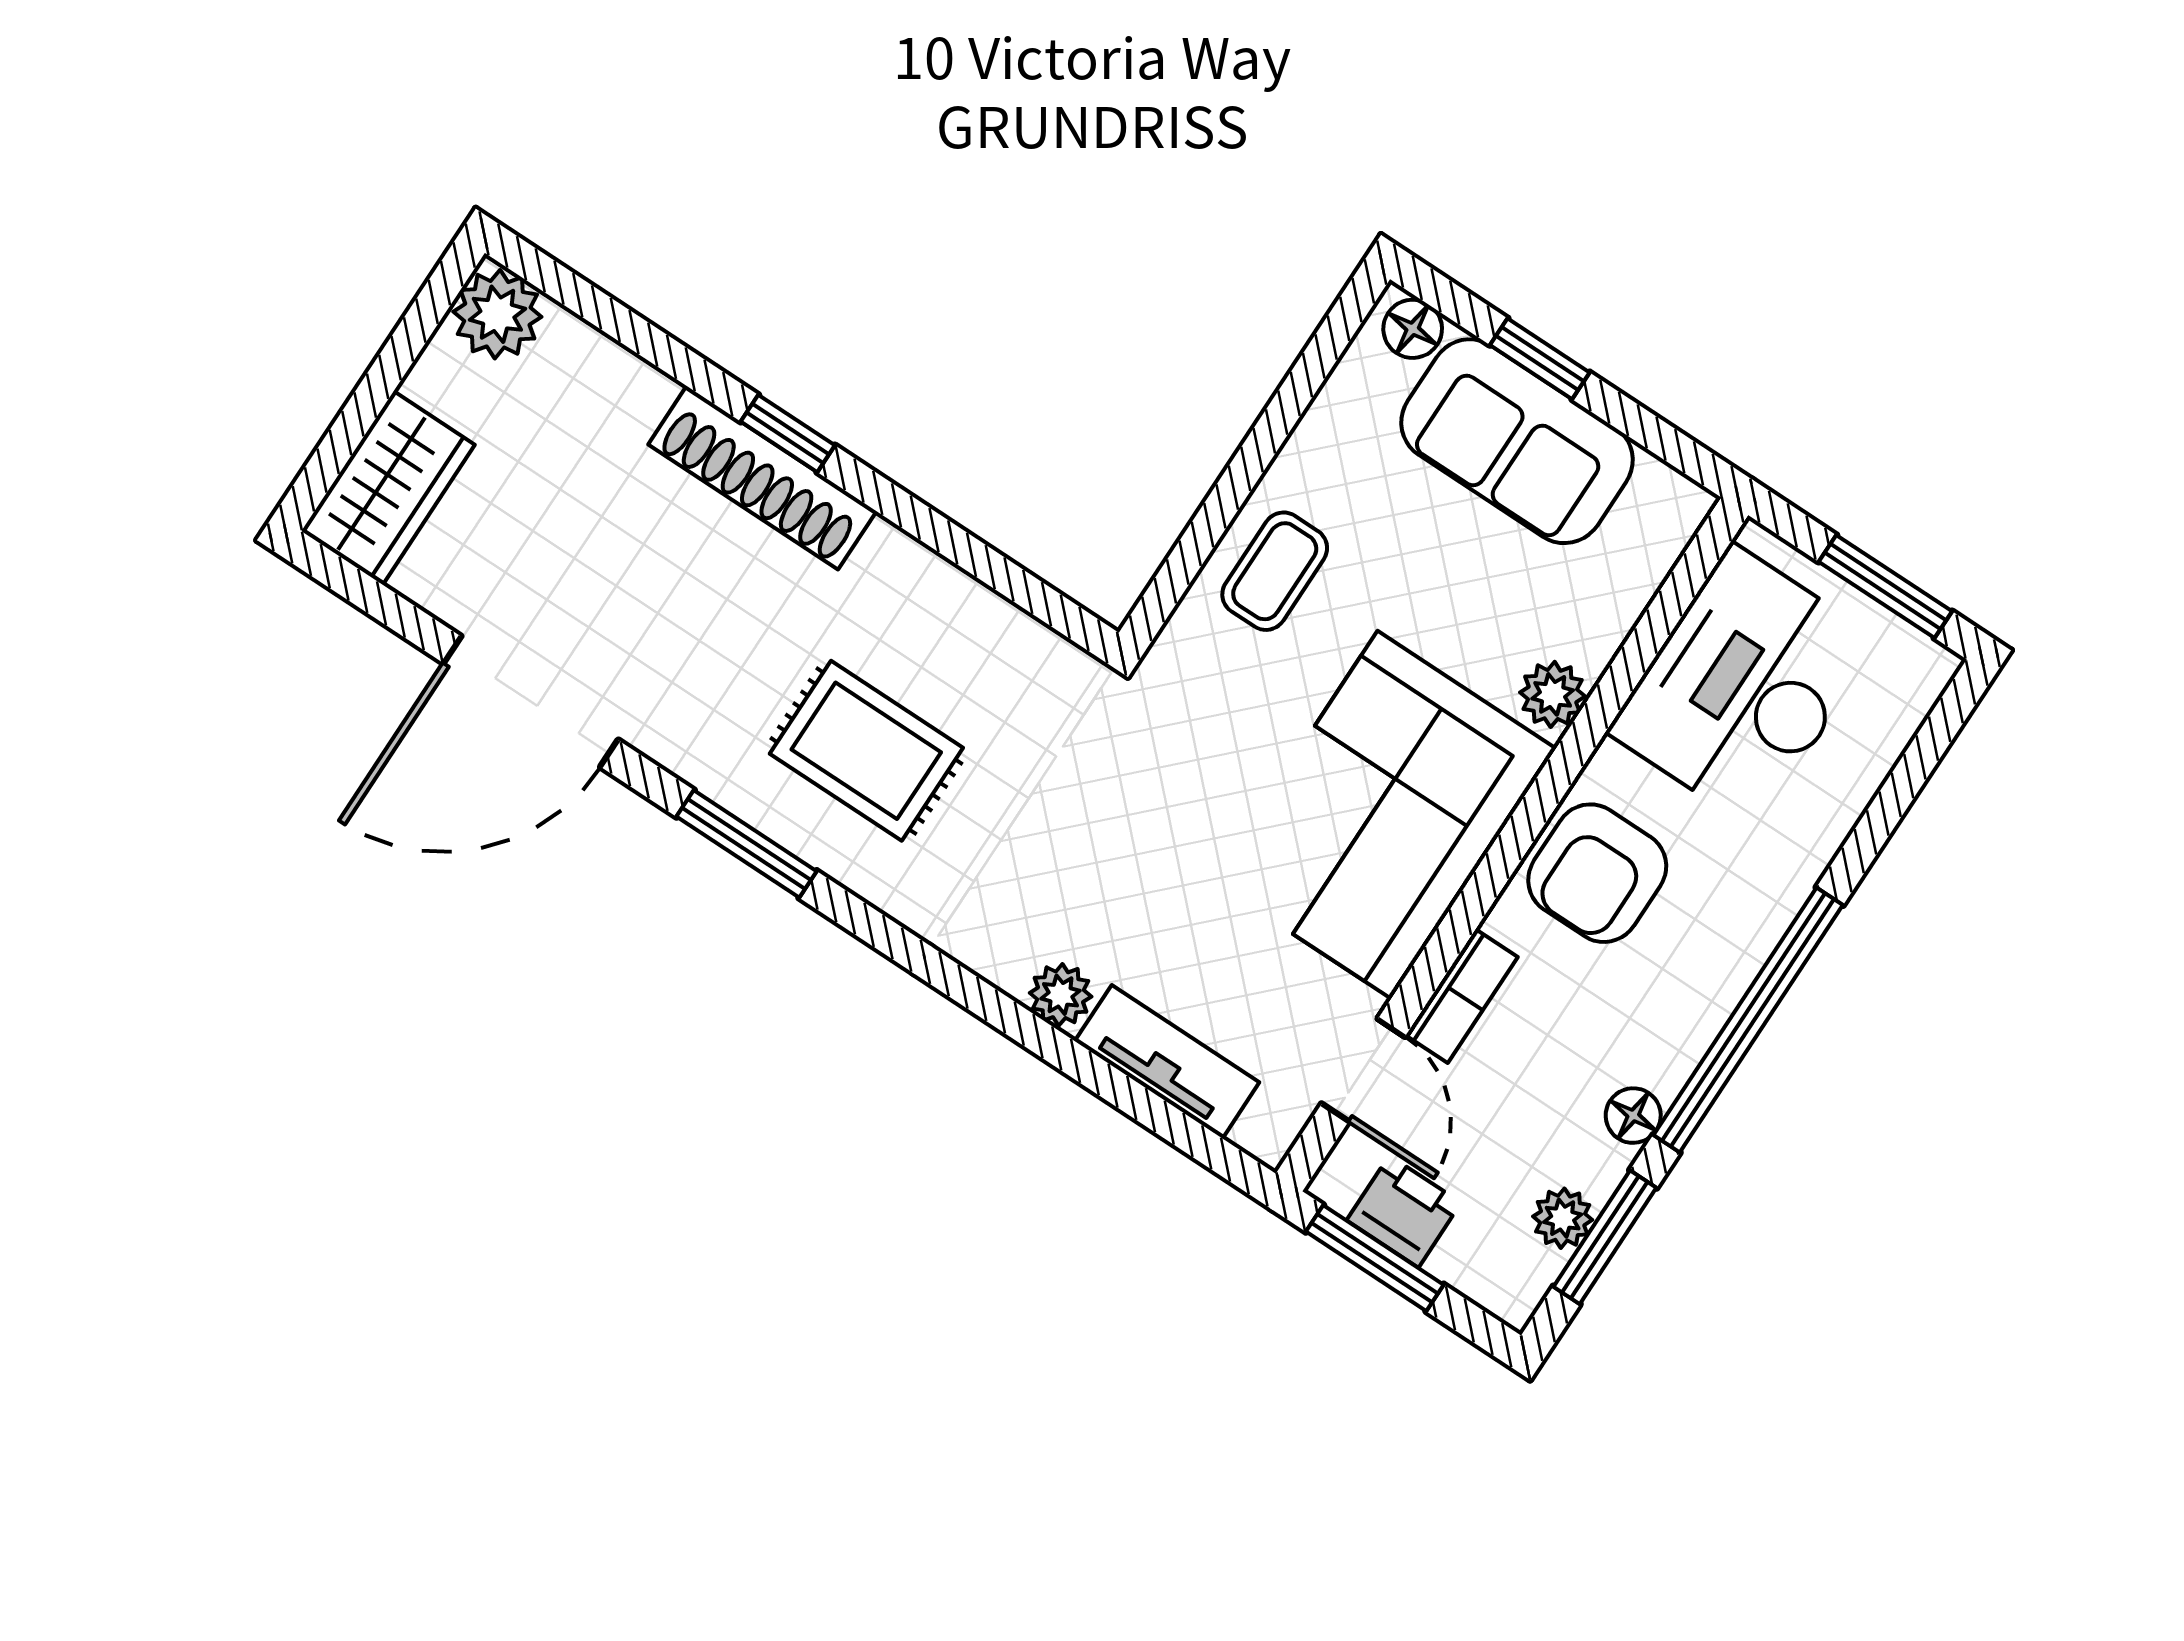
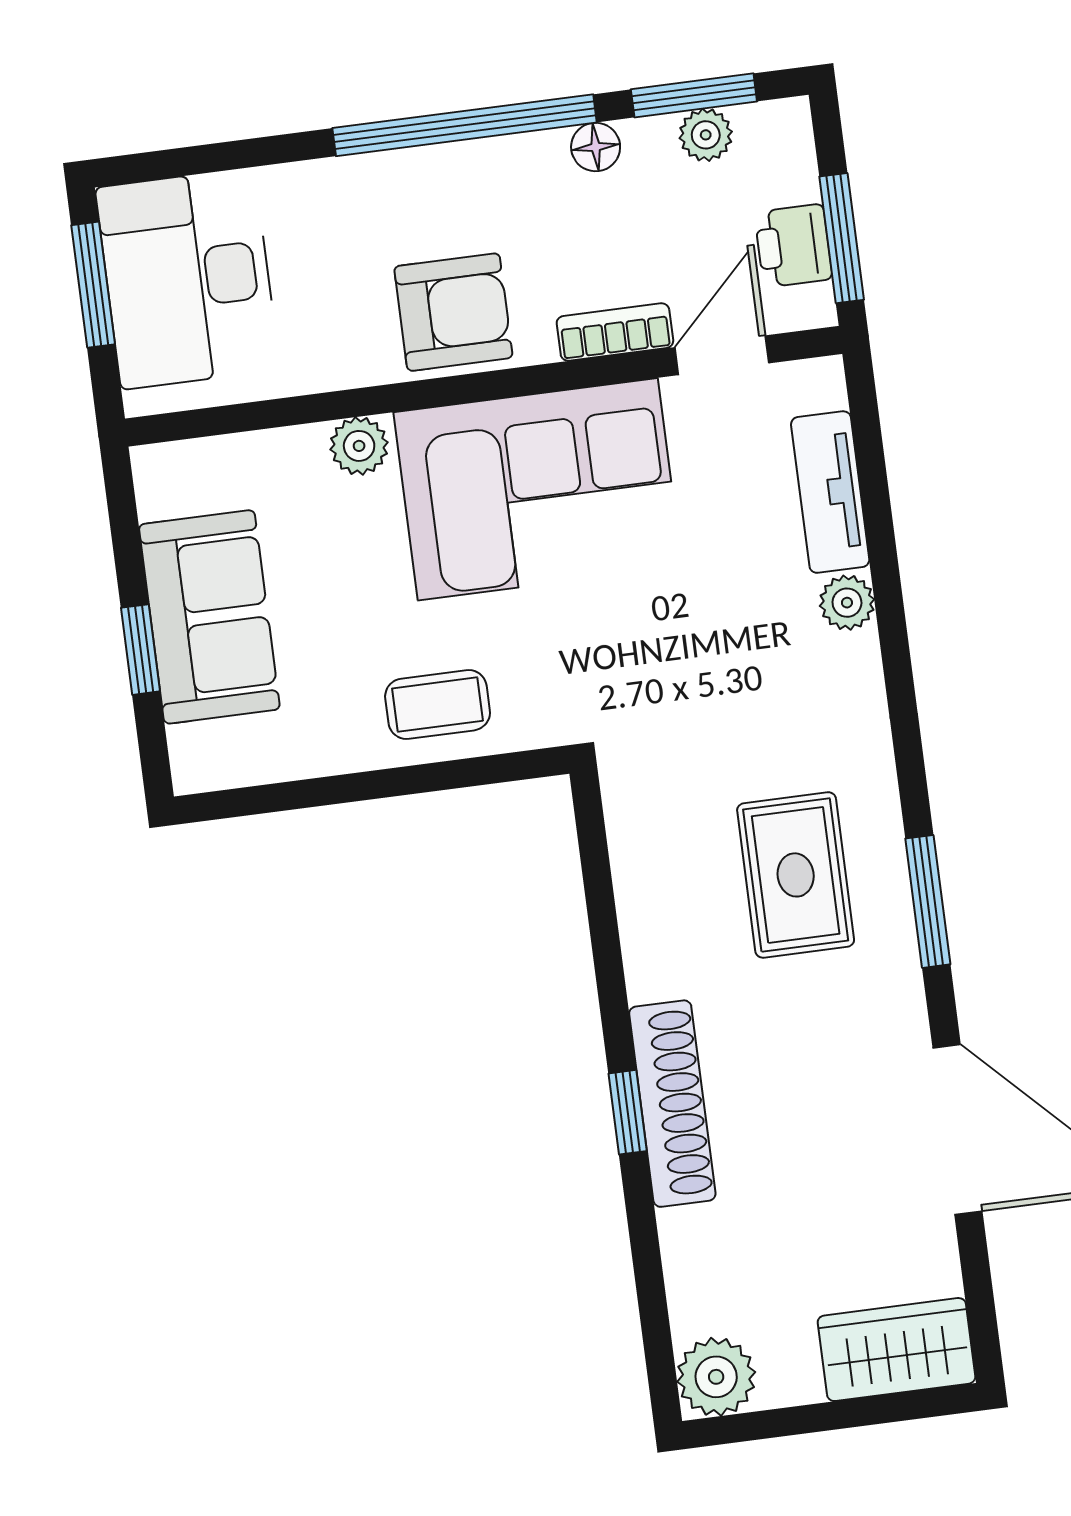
floor lamp: (1413, 329) -> (194, 752), removed
desk: (1744, 686) -> (188, 279), moved, turned 90

